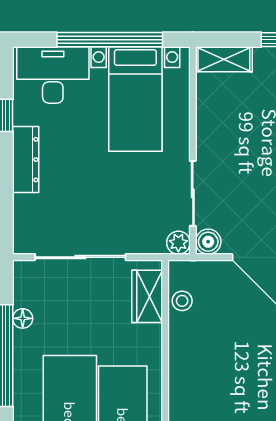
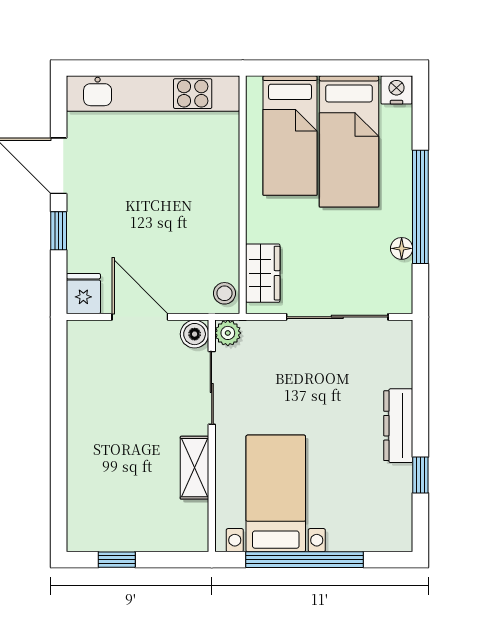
shelving: (224, 59) -> (194, 468), moved, turned 90
desk: (53, 75) -> (368, 520), removed
stool: (182, 301) -> (224, 293), moved

